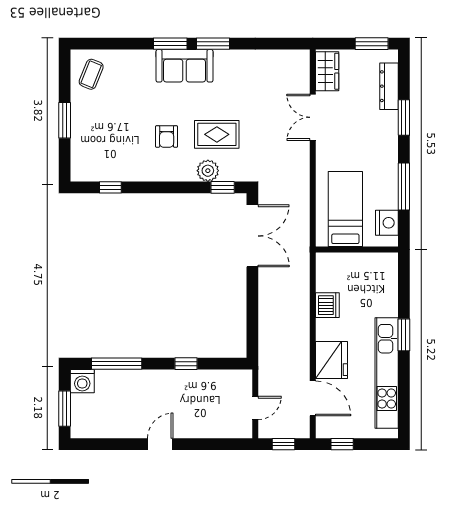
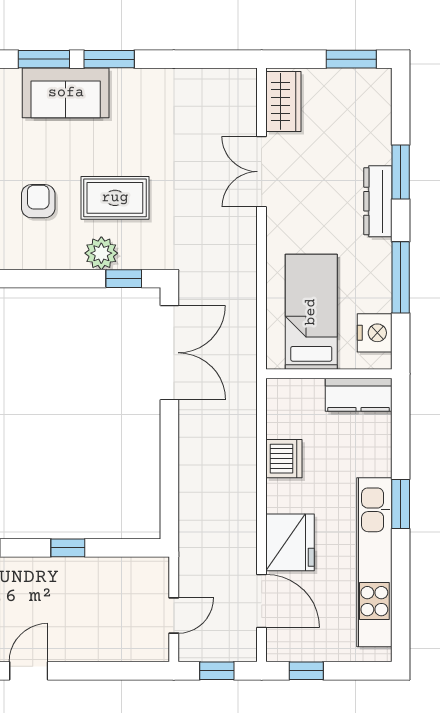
dresser: (389, 86) -> (378, 201), moved
armchair: (167, 137) -> (38, 201), turned 180
kitchen counter: (376, 263) -> (359, 395), added

